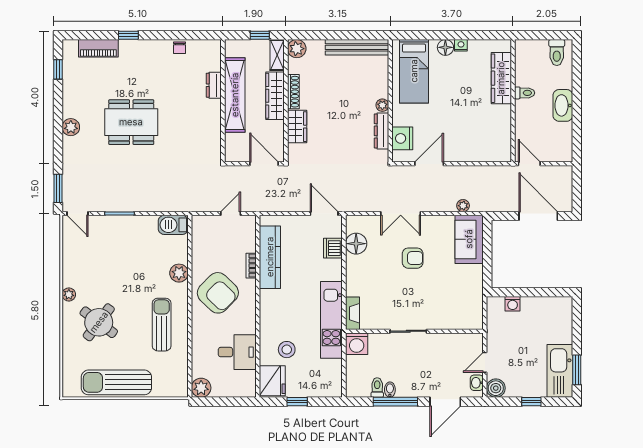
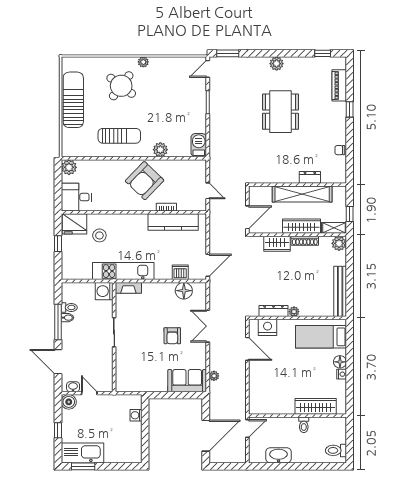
washbasin: (563, 105) -> (278, 455), moved
desk: (237, 352) -> (76, 197), moved, turned 90

